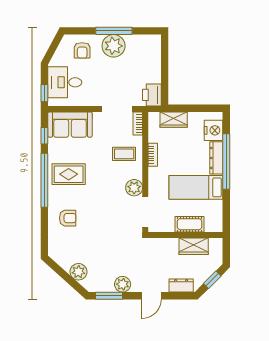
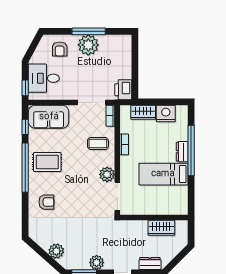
nightstand: (213, 130) -> (166, 113), moved, turned -90
dresser: (216, 158) -> (182, 152), width x0.70
cot: (190, 224) -> (158, 208), removed
window: (212, 280) -> (178, 258), removed

